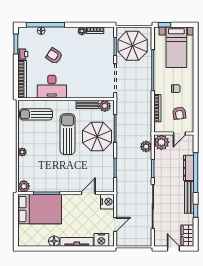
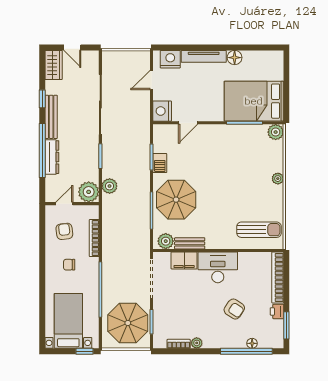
desk: (52, 87) -> (218, 267), moved
filing cabinet: (91, 92) -> (184, 260), added
sun lounger: (68, 134) -> (216, 203), removed
barbecue: (109, 163) -> (160, 163), added

